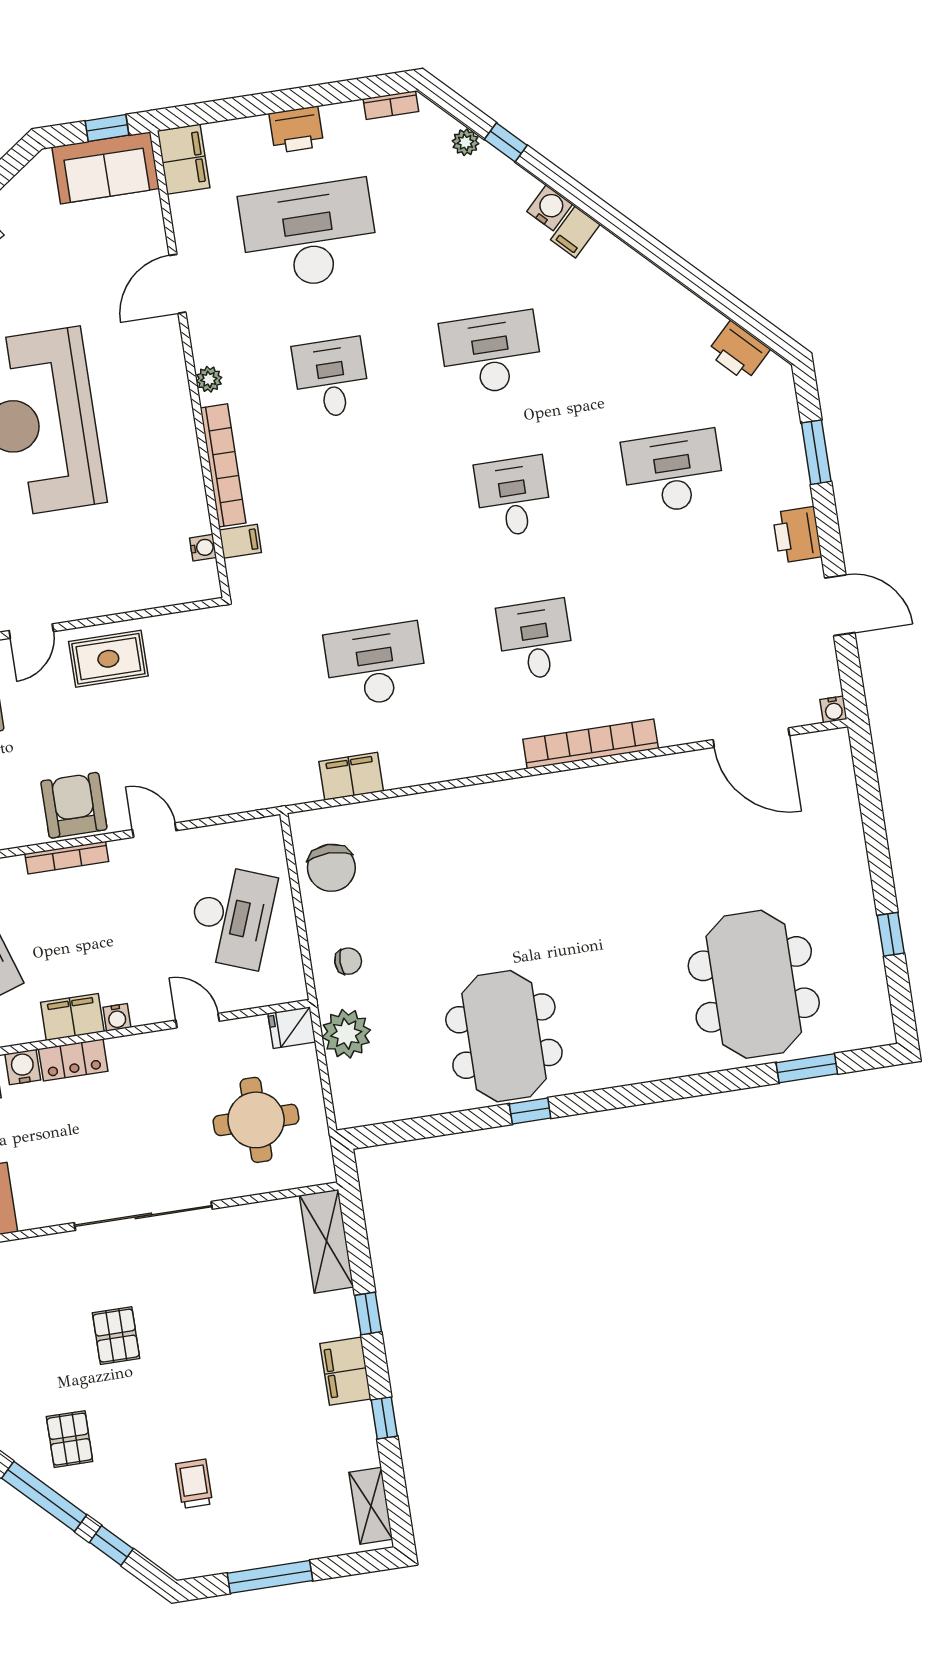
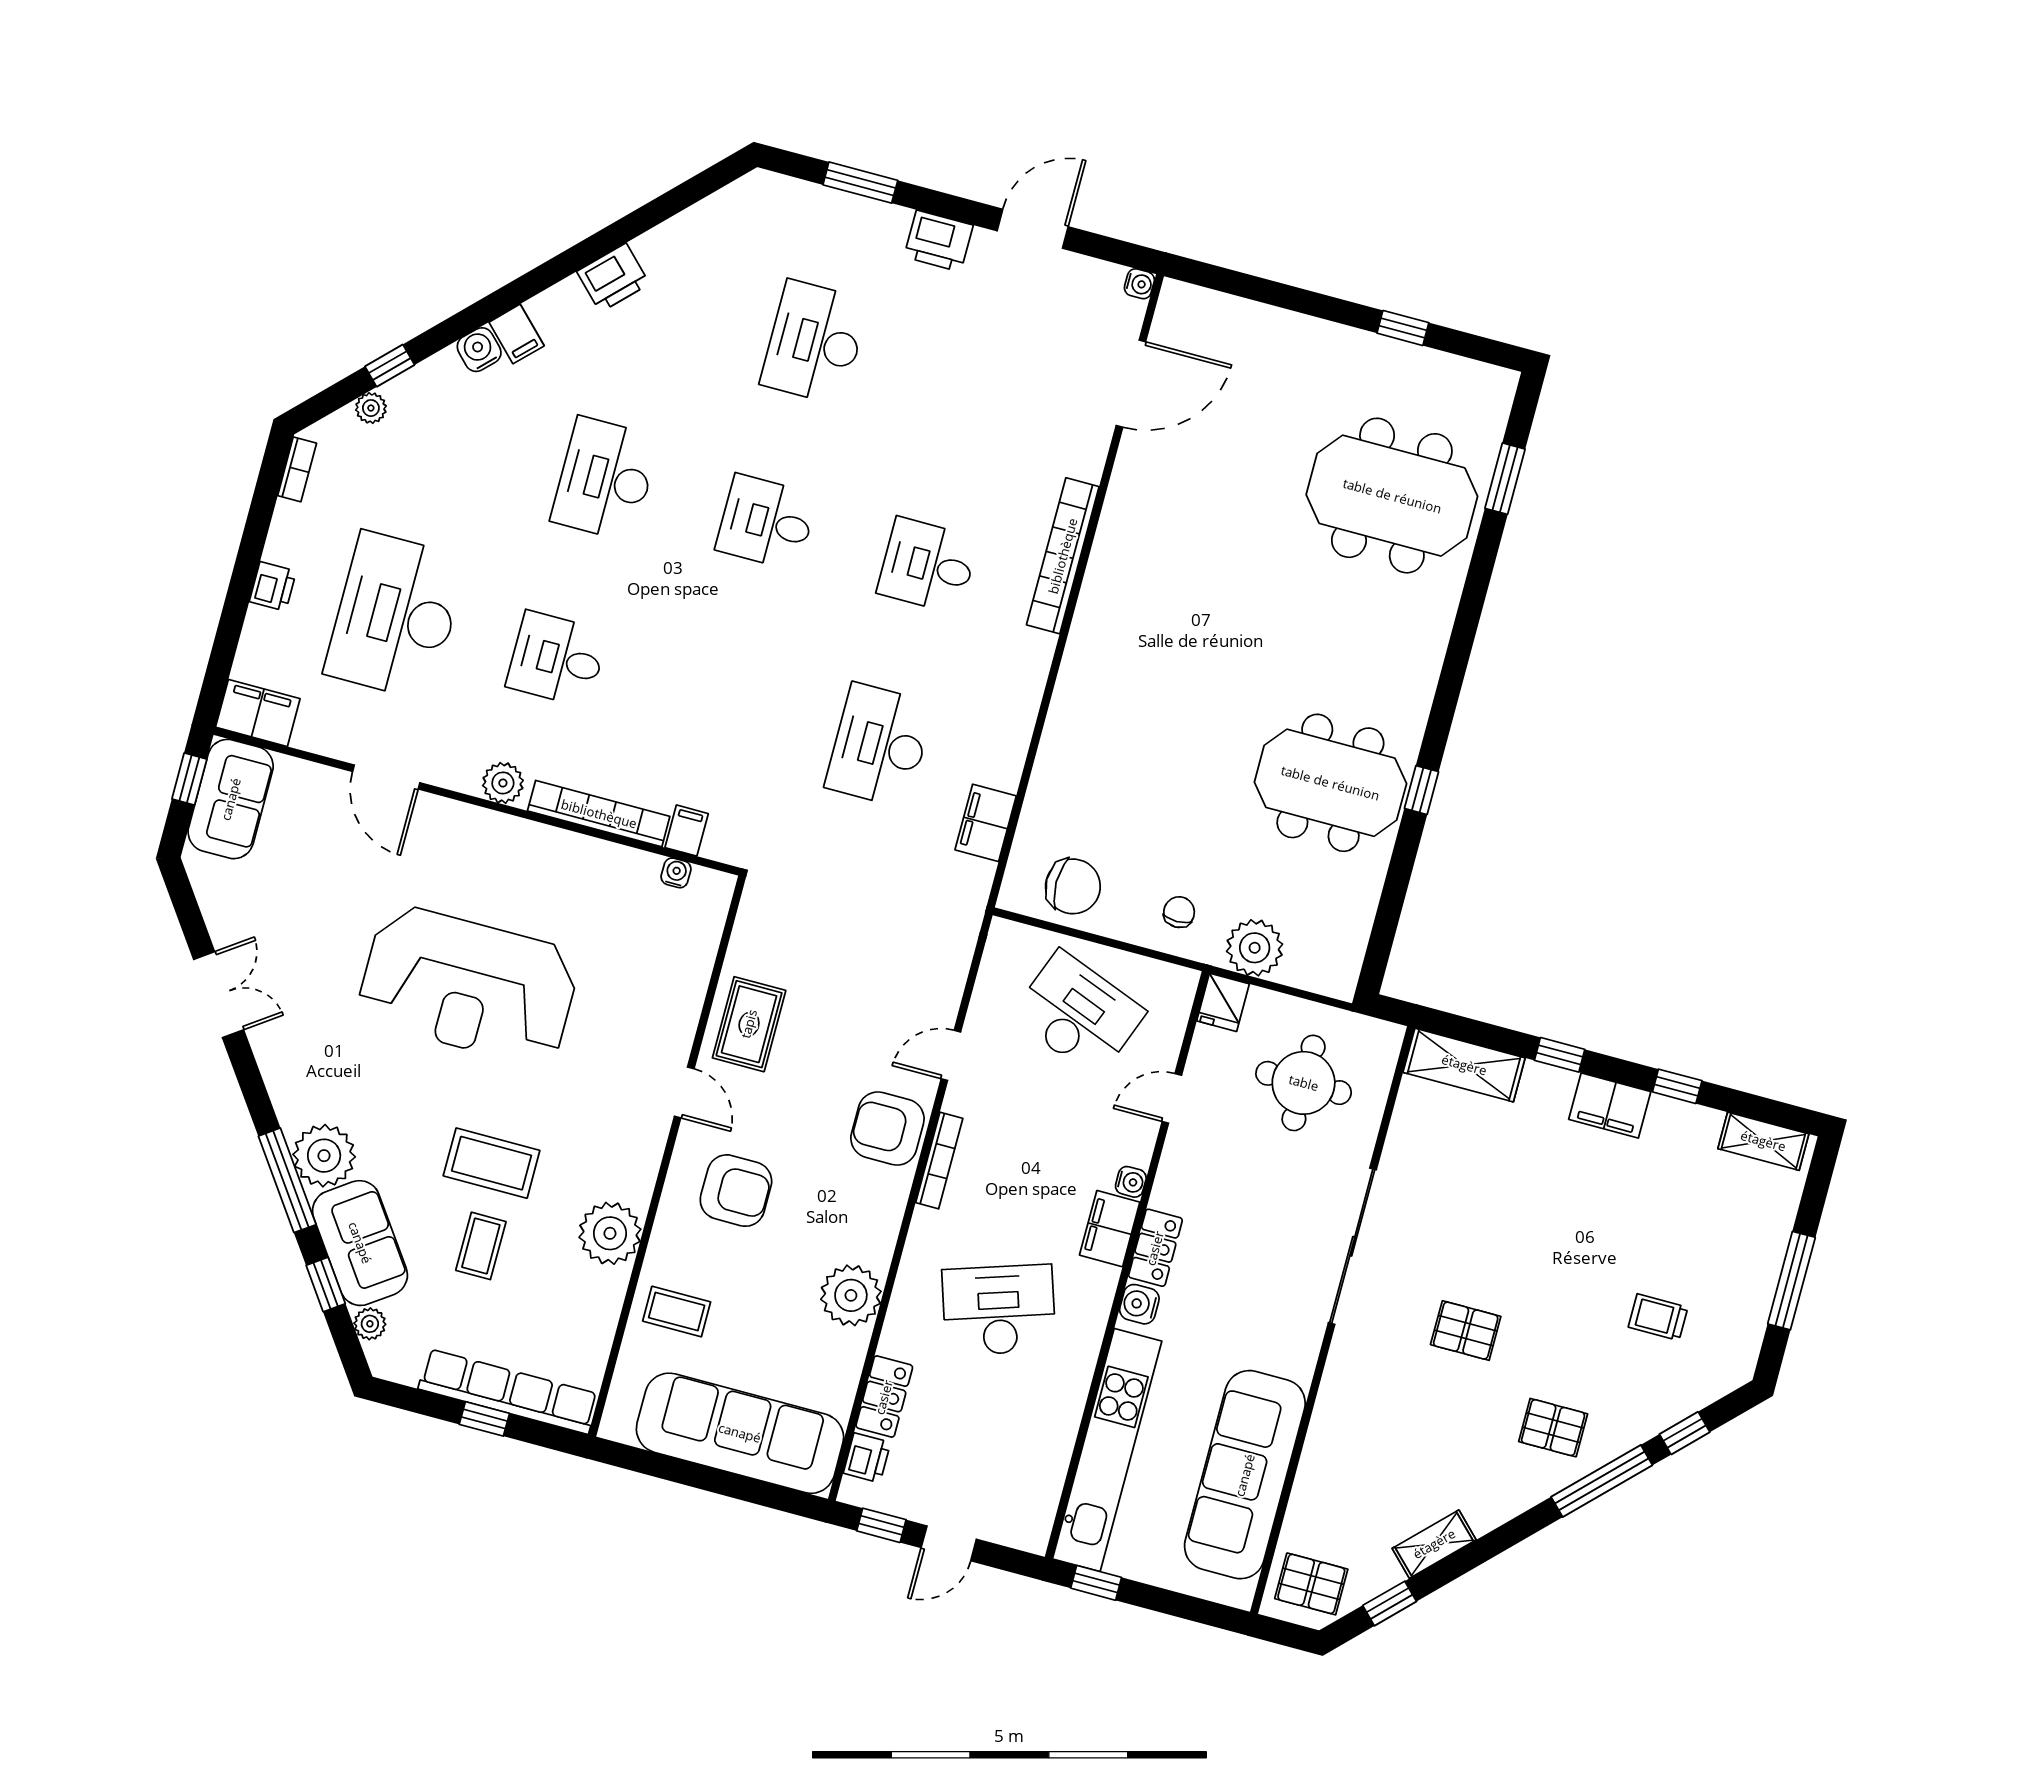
printer: (296, 130) -> (273, 586), width x0.73, depth x0.81
printer: (738, 351) -> (613, 278), moved
plant: (209, 379) -> (503, 783), width x1.38, depth x1.38

